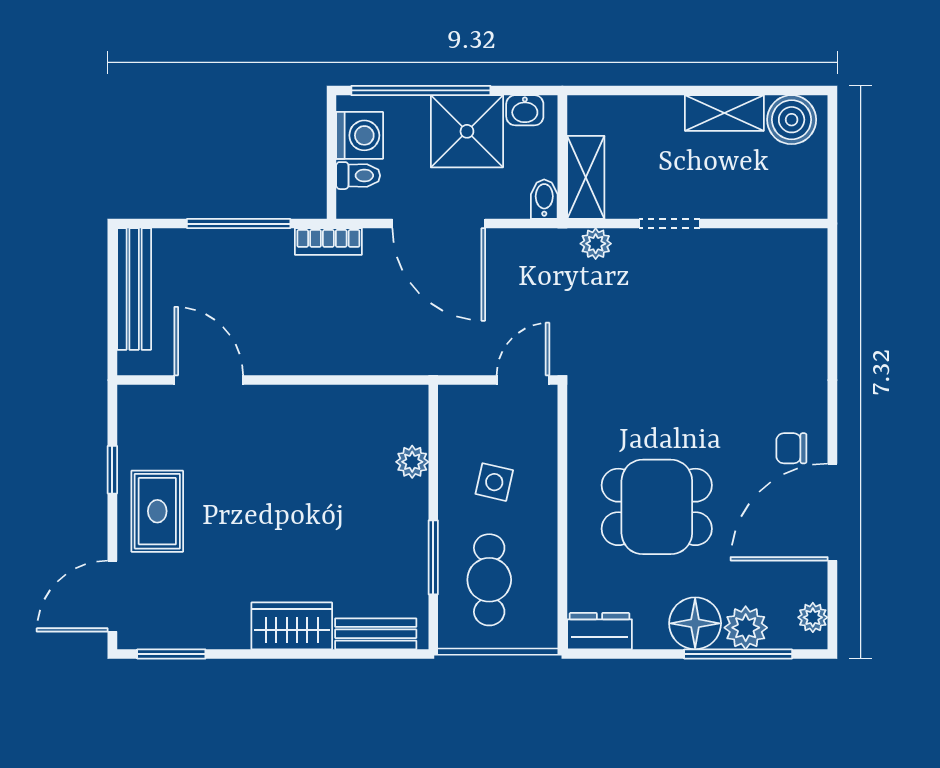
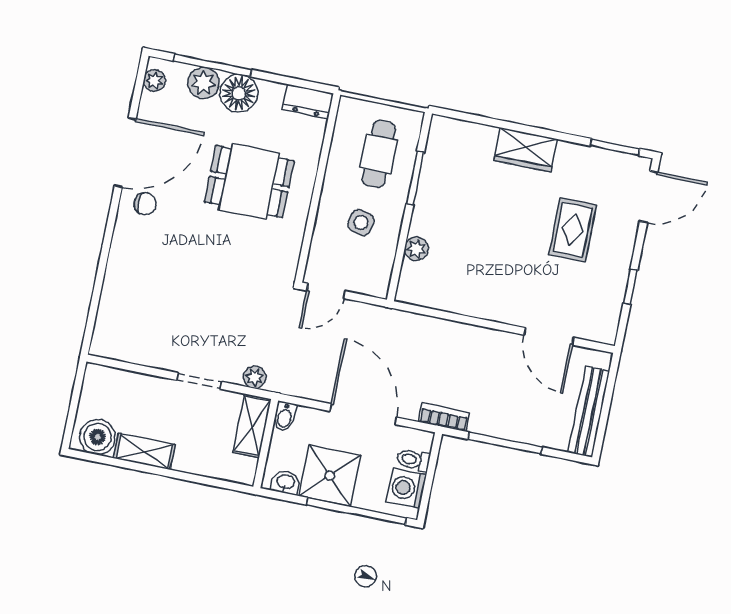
rug: (157, 511) -> (573, 230), moved
bench: (376, 634) -> (467, 132), removed

